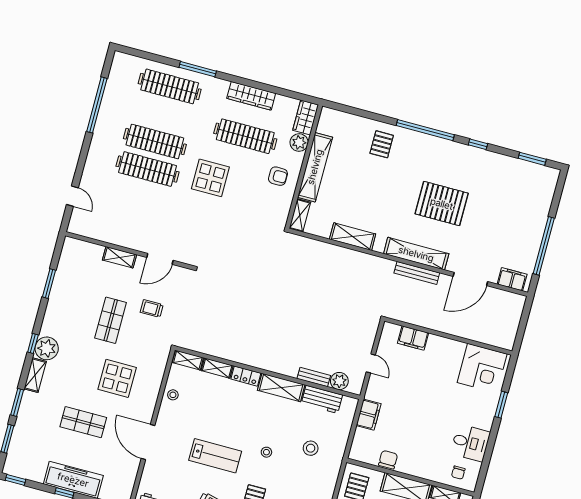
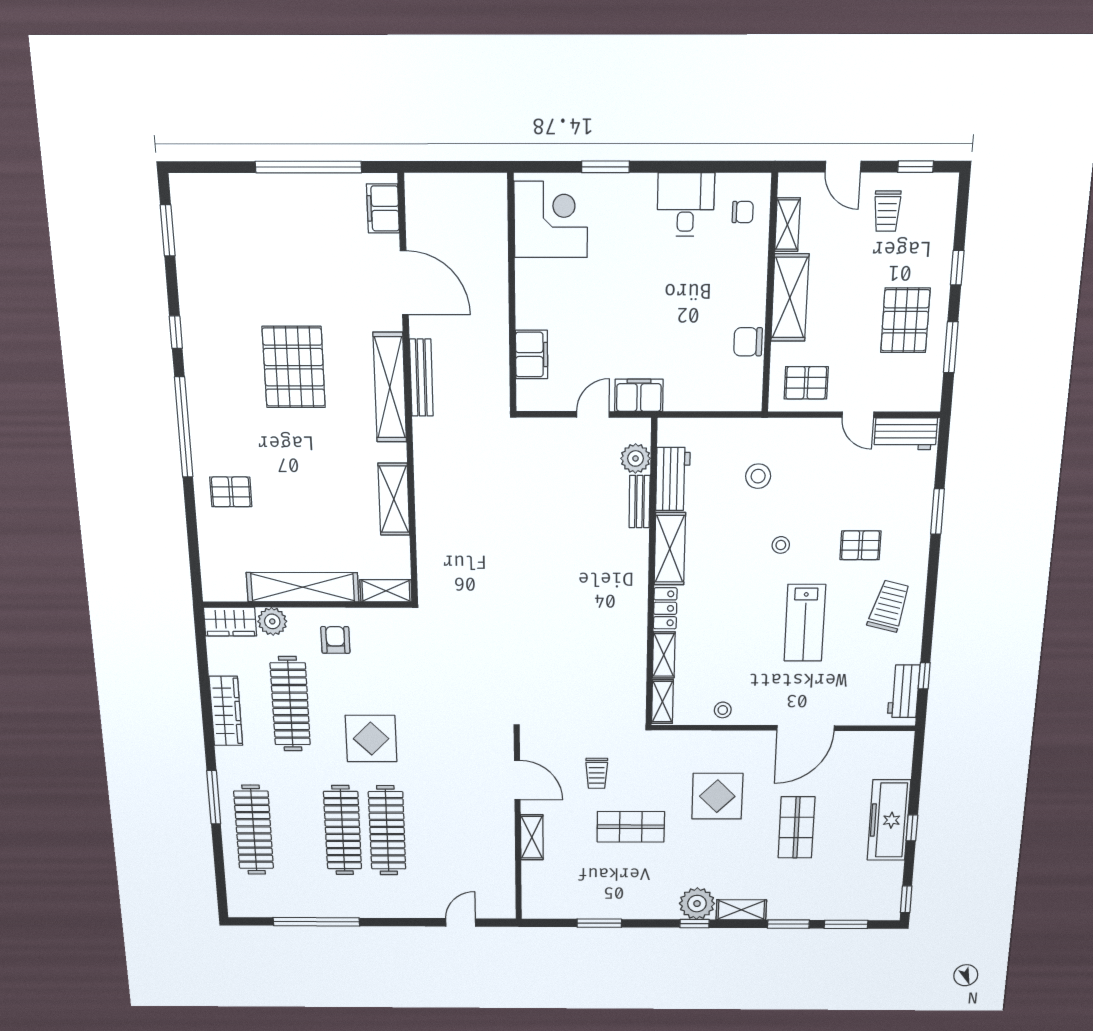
filing cabinet: (369, 415) -> (639, 395), moved
lab bench: (215, 456) -> (805, 623), turned 180

